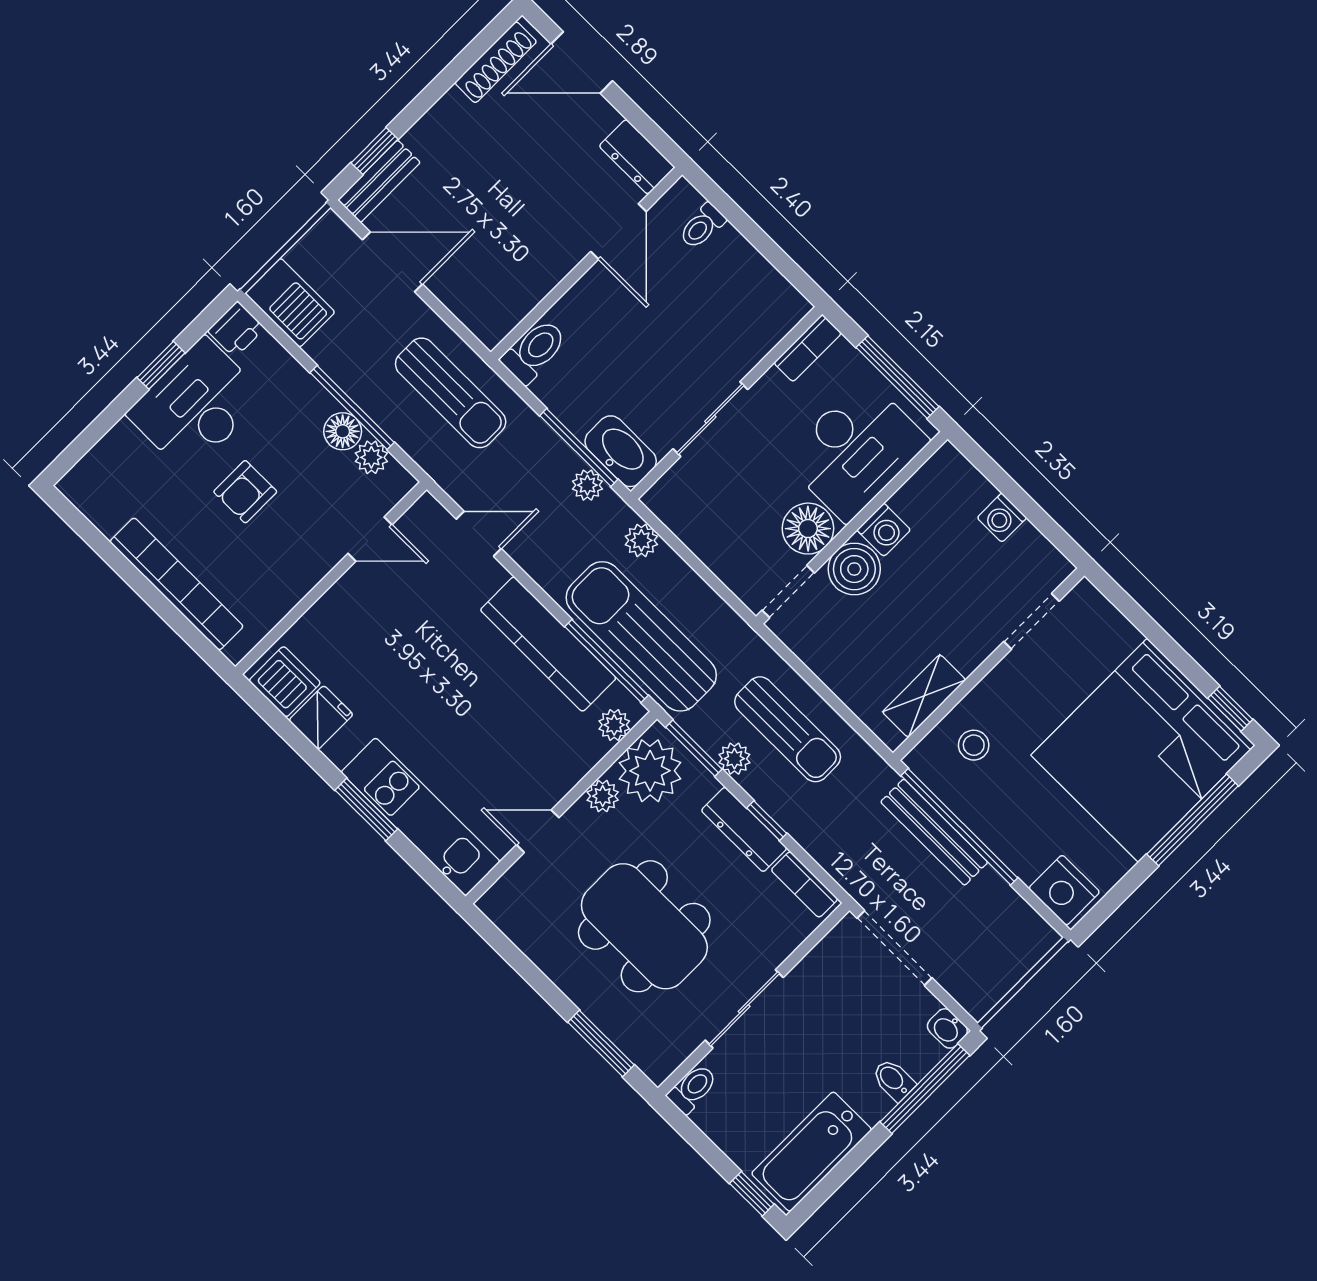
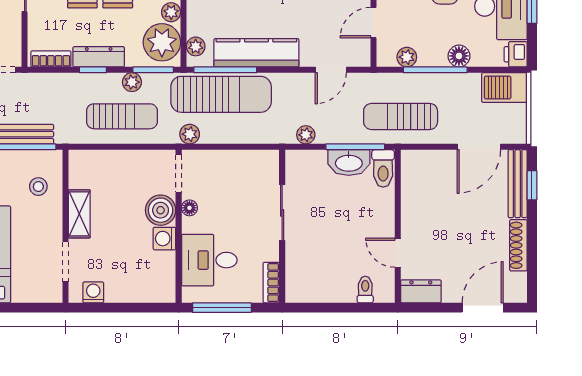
shoe rack: (496, 62) -> (518, 245), moved
bench: (379, 181) -> (518, 184), width x1.36
door: (618, 232) -> (398, 253), width x0.73
floor lamp: (343, 431) -> (459, 56), moved
window: (579, 447) -> (355, 147), moved
desk: (855, 450) -> (209, 260), width x0.73
washbasin: (621, 451) -> (349, 163), moved
washing machine: (1002, 518) -> (93, 292), moved
floor lamp: (808, 529) -> (189, 208), width x0.53, depth x0.53
plant: (641, 540) -> (190, 134), moved
shelving: (924, 696) -> (79, 214), moved
sun lounger: (788, 729) -> (122, 116), turned 180

